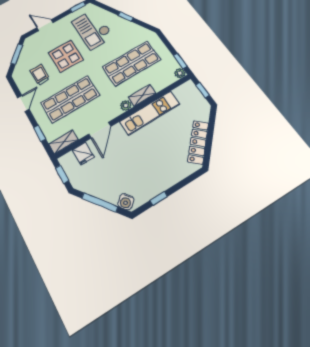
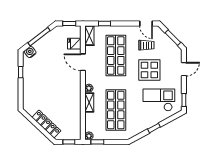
door: (23, 103) -> (146, 24), moved
kitchen unit: (150, 113) -> (75, 100), removed
locker: (198, 142) -> (46, 124), moved

